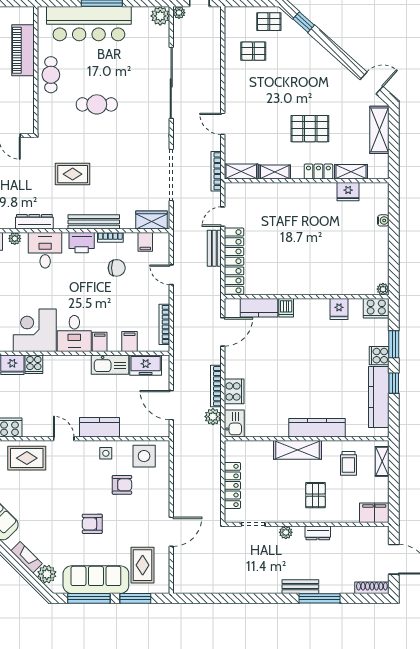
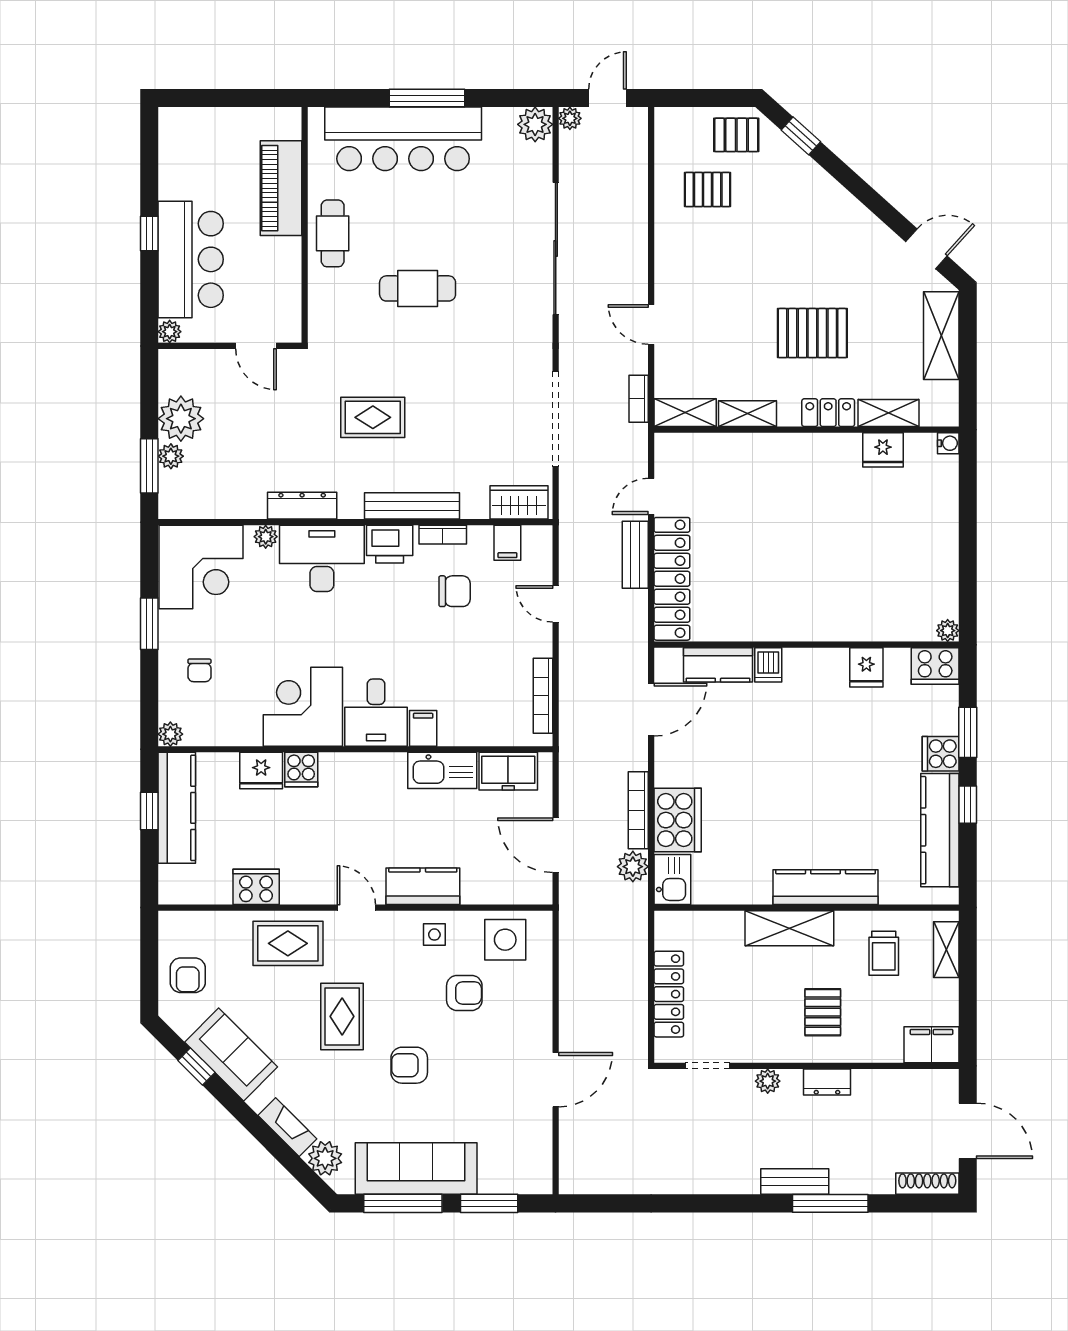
bookcase: (216, 171) -> (639, 399), width x0.64
water cooler: (383, 220) -> (948, 443), moved
desk: (45, 250) -> (322, 558), width x1.37
filing cabinet: (130, 341) -> (478, 727), removed
cooker: (234, 391) -> (678, 820), width x1.37, depth x1.31
rug: (143, 565) -> (342, 1016), moved

